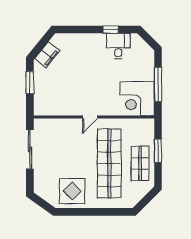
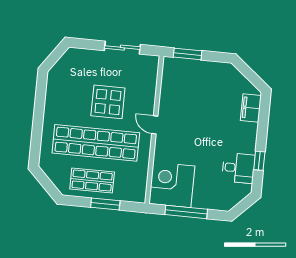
filing cabinet: (47, 55) -> (251, 108), moved, turned 51
window: (30, 83) -> (188, 54), moved
sliding door: (30, 149) -> (122, 48), width x0.73
display table: (72, 191) -> (108, 102), moved

